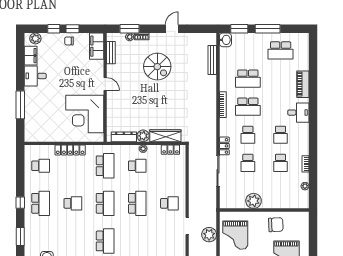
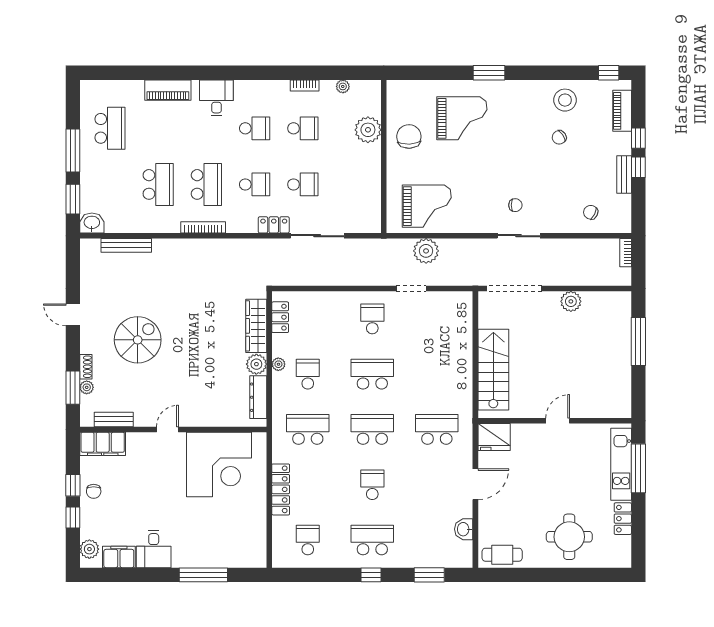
plant: (254, 201) -> (368, 130), moved

